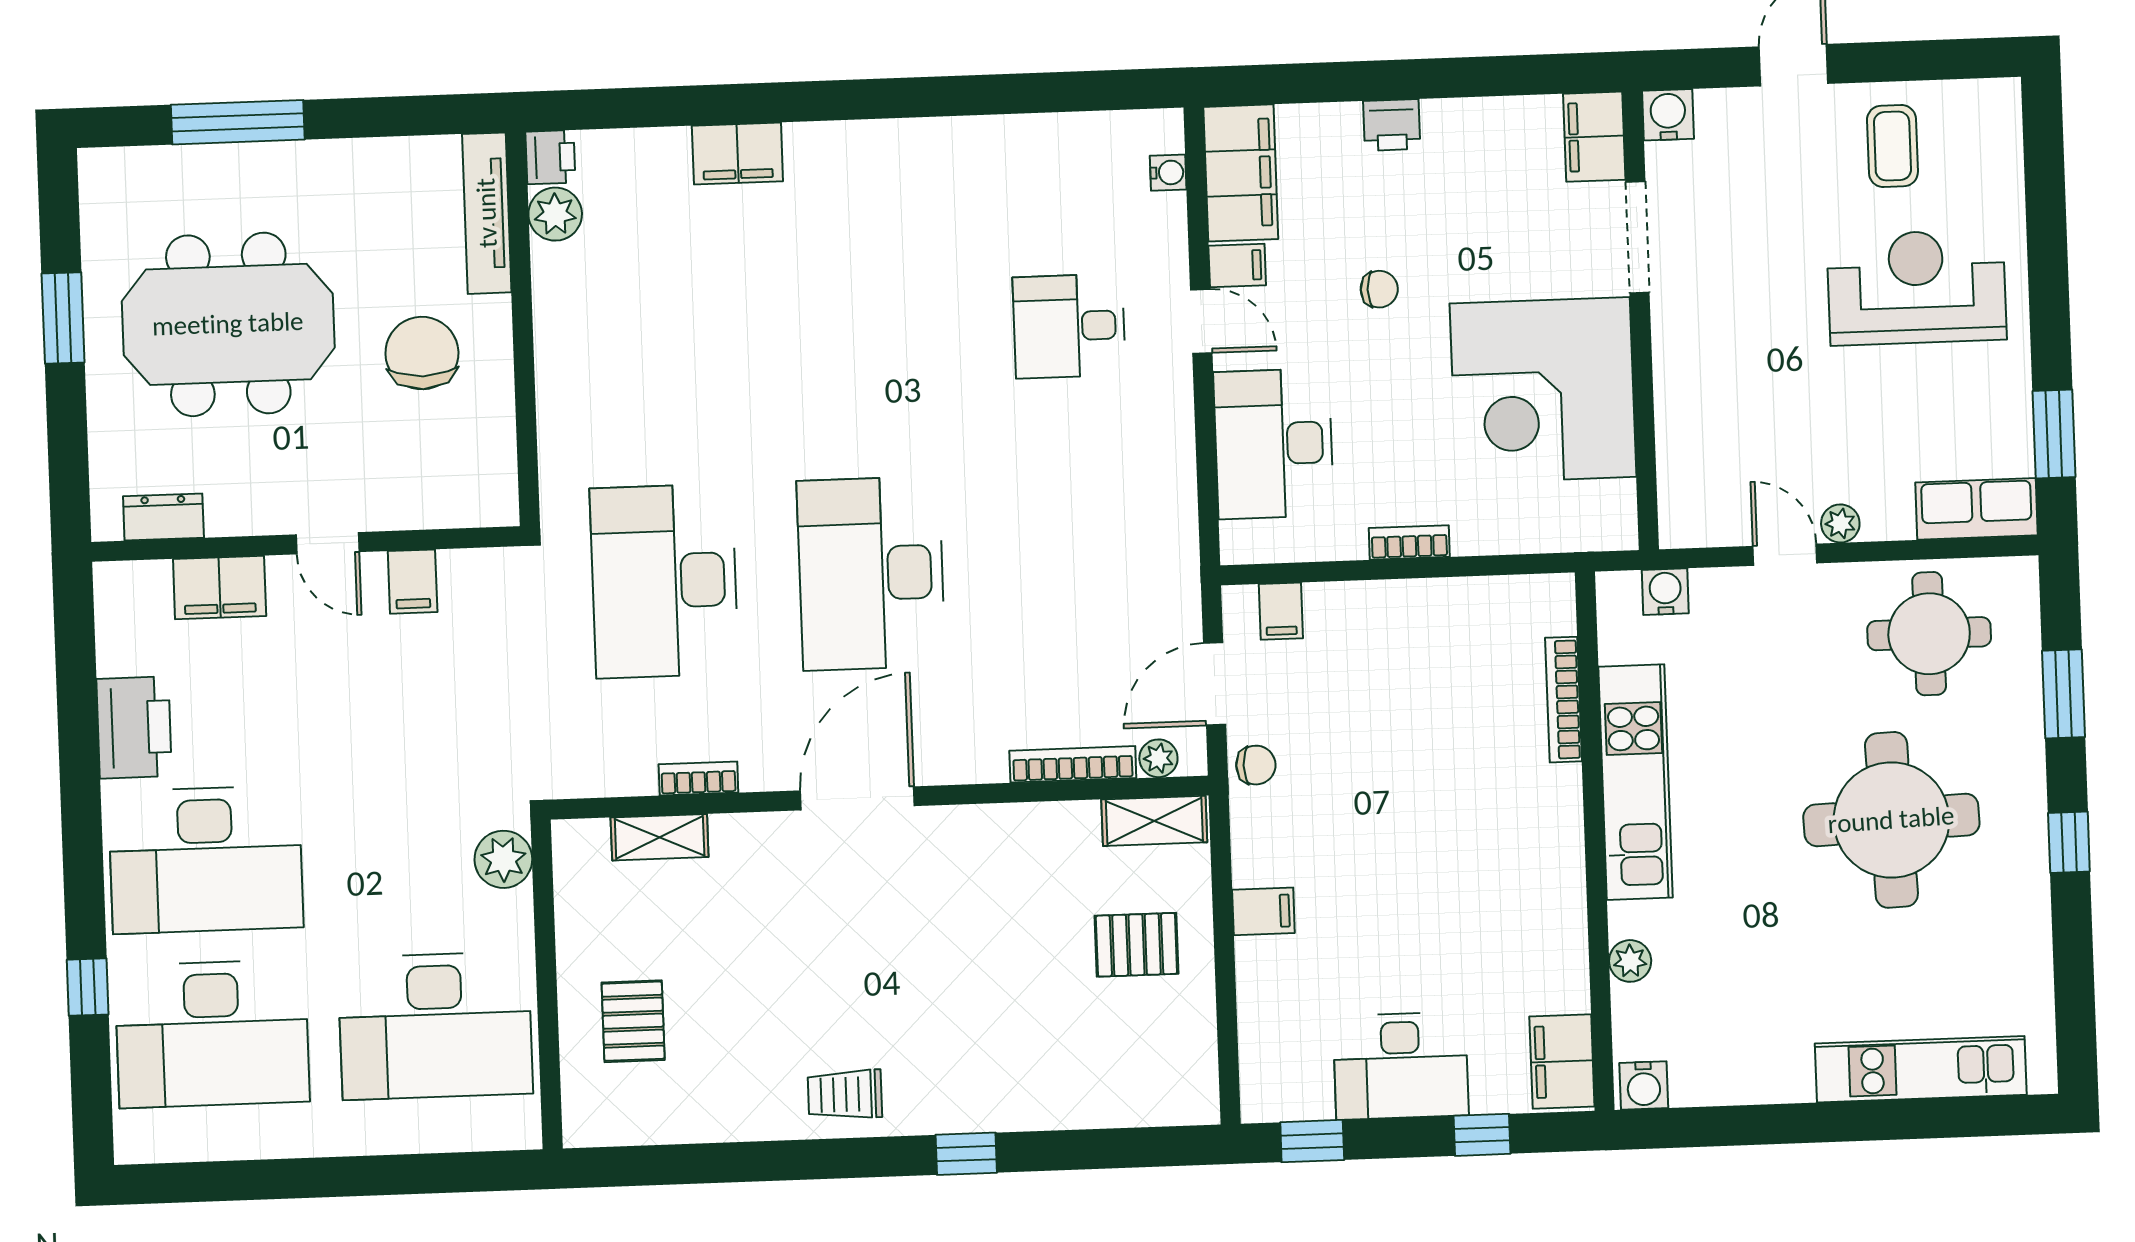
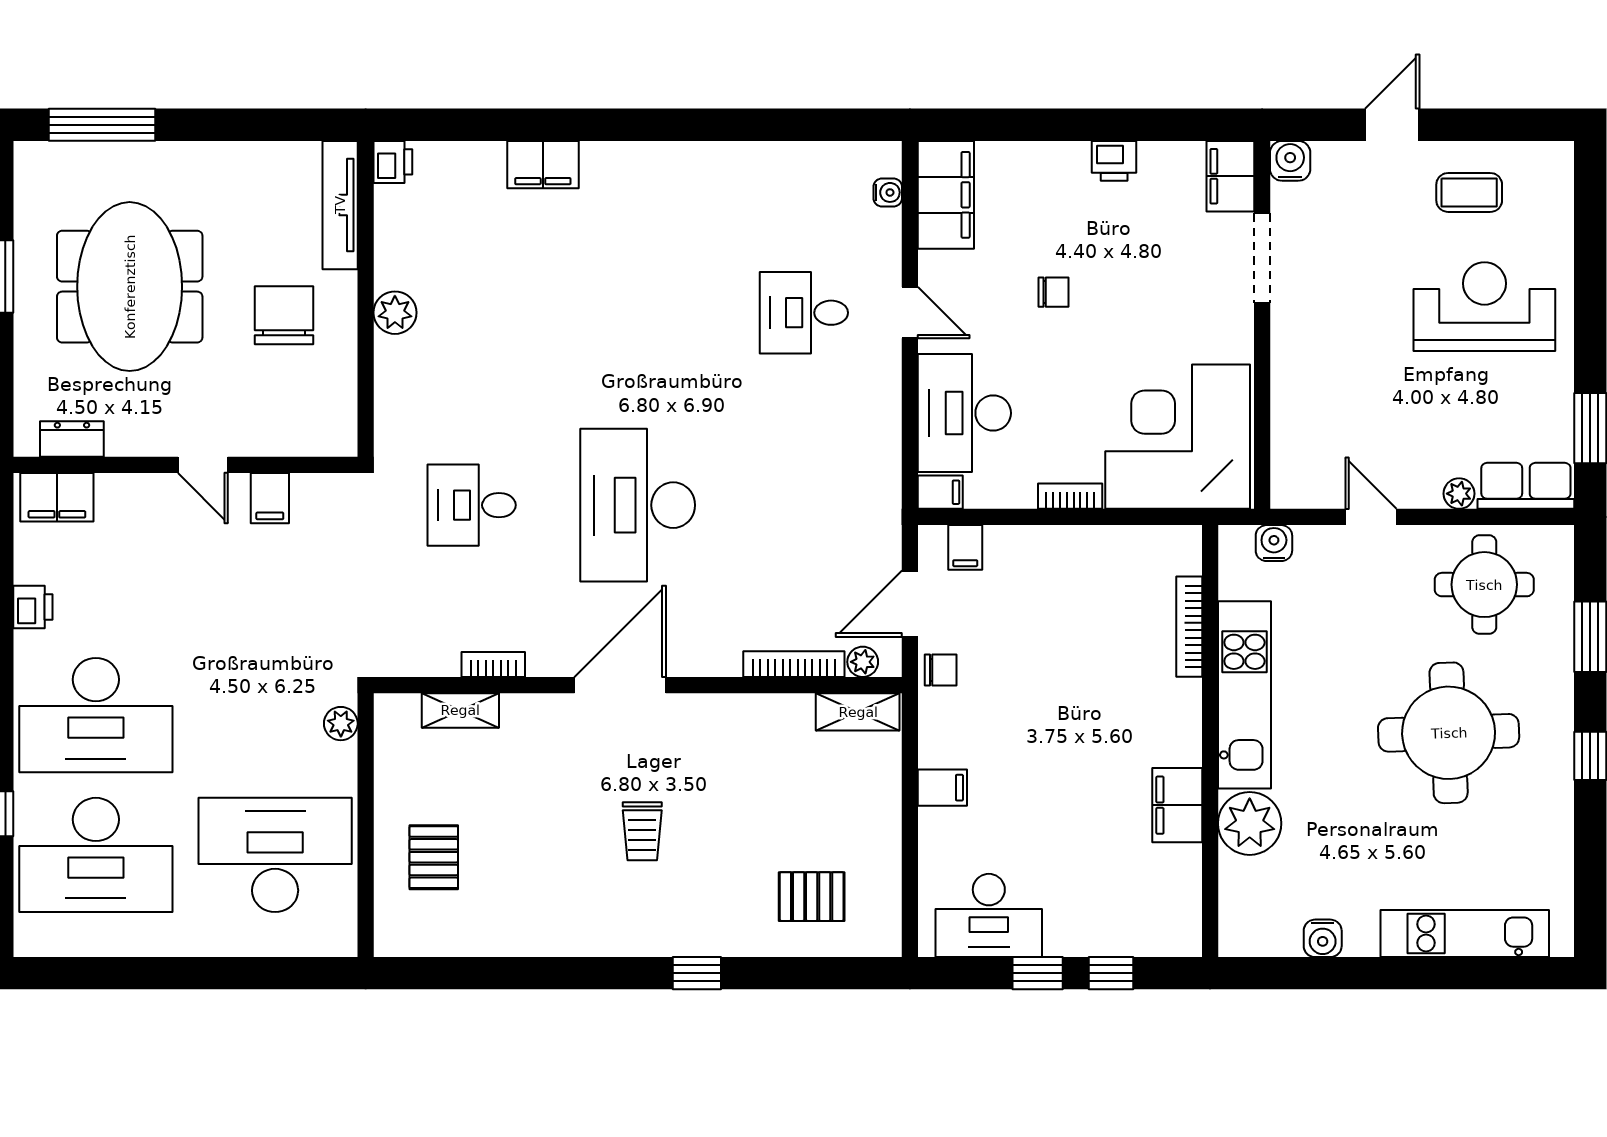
window: (238, 122) -> (102, 125), moved
printer: (1392, 125) -> (1114, 161), moved
coffee table: (1892, 146) -> (1469, 192), turned 90
plant: (555, 214) -> (395, 313), moved
filing cabinet: (1237, 265) -> (940, 492), moved
meeting table: (228, 324) -> (130, 287), turned 90
corner desk: (1543, 390) -> (1178, 437), moved, turned 90
plant: (1840, 523) -> (1459, 494), moved
desk: (664, 581) -> (472, 505), width x0.53, depth x0.77
filing cabinet: (220, 587) -> (57, 497), moved
printer: (134, 727) -> (33, 607), width x0.53, depth x0.68
plant: (503, 859) -> (341, 724), width x0.73, depth x0.73
pallet: (1136, 945) -> (812, 897), moved
plant: (1630, 961) -> (1250, 823), width x1.88, depth x1.88
desk: (435, 1026) -> (275, 855), turned 180
filing cabinet: (1562, 1061) -> (1177, 805), moved
desk: (1401, 1066) -> (989, 915), moved
water cooler: (1644, 1085) -> (1323, 938), moved
trolley: (845, 1094) -> (642, 831), moved, turned -90
window: (1312, 1141) -> (1038, 973), moved

